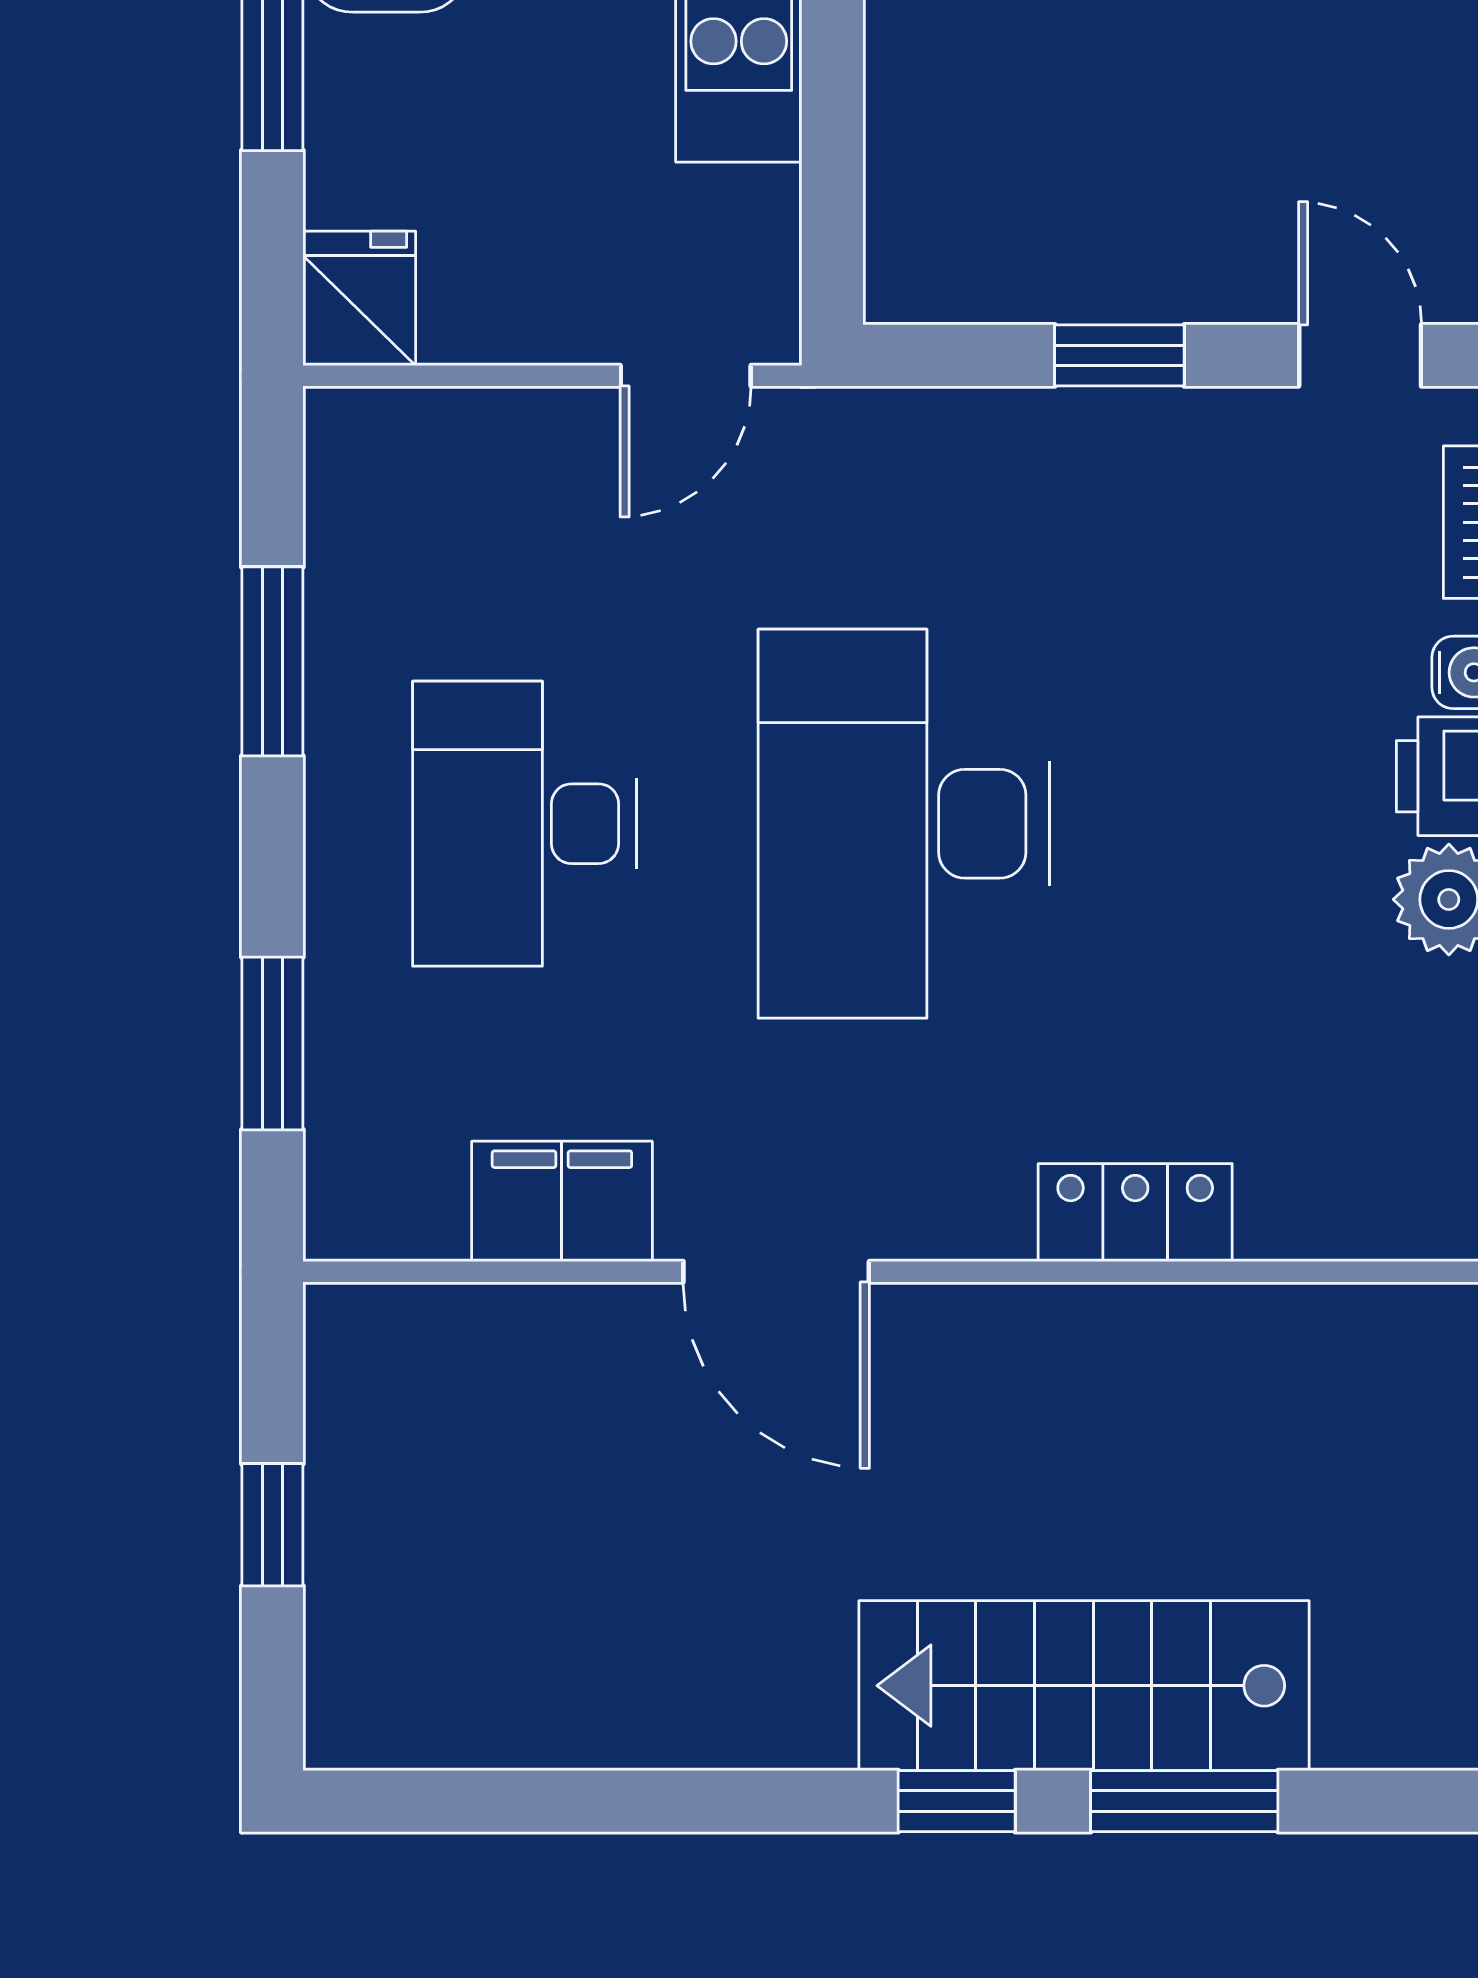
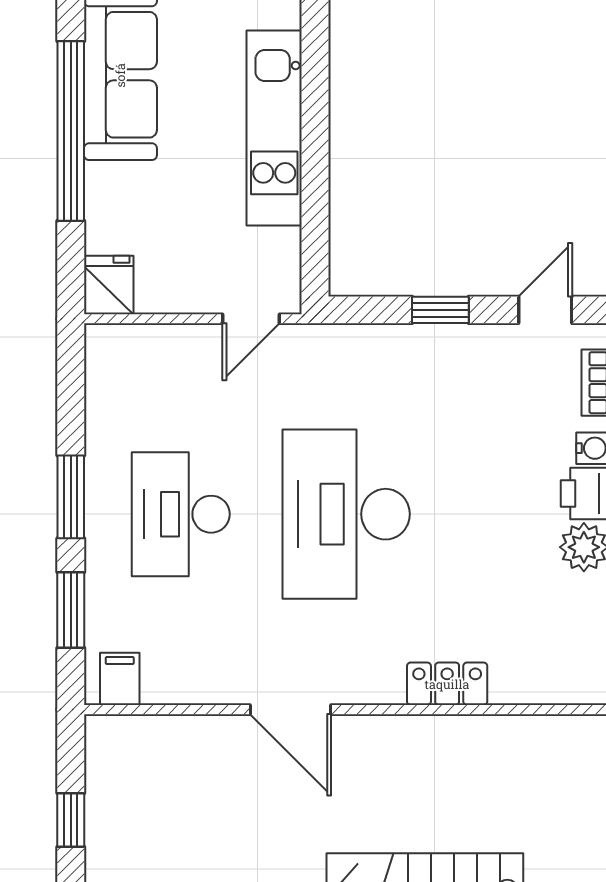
door: (1360, 355) -> (545, 310), hinge flipped
window: (272, 661) -> (71, 497), moved
filing cabinet: (562, 1201) -> (120, 679), moved, width x0.50

